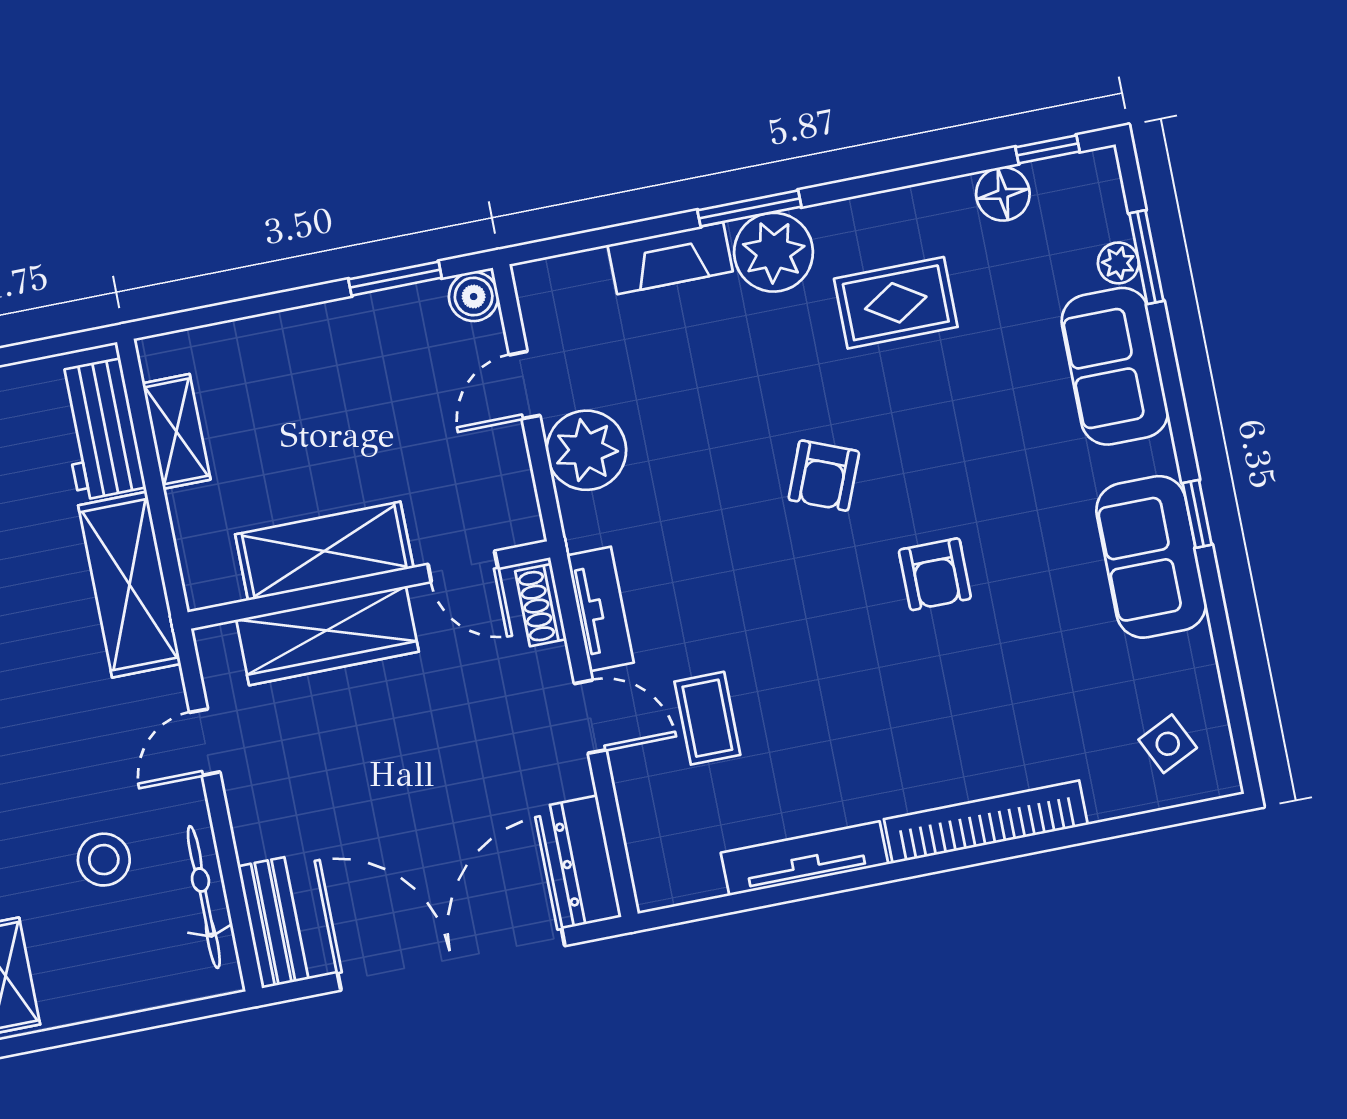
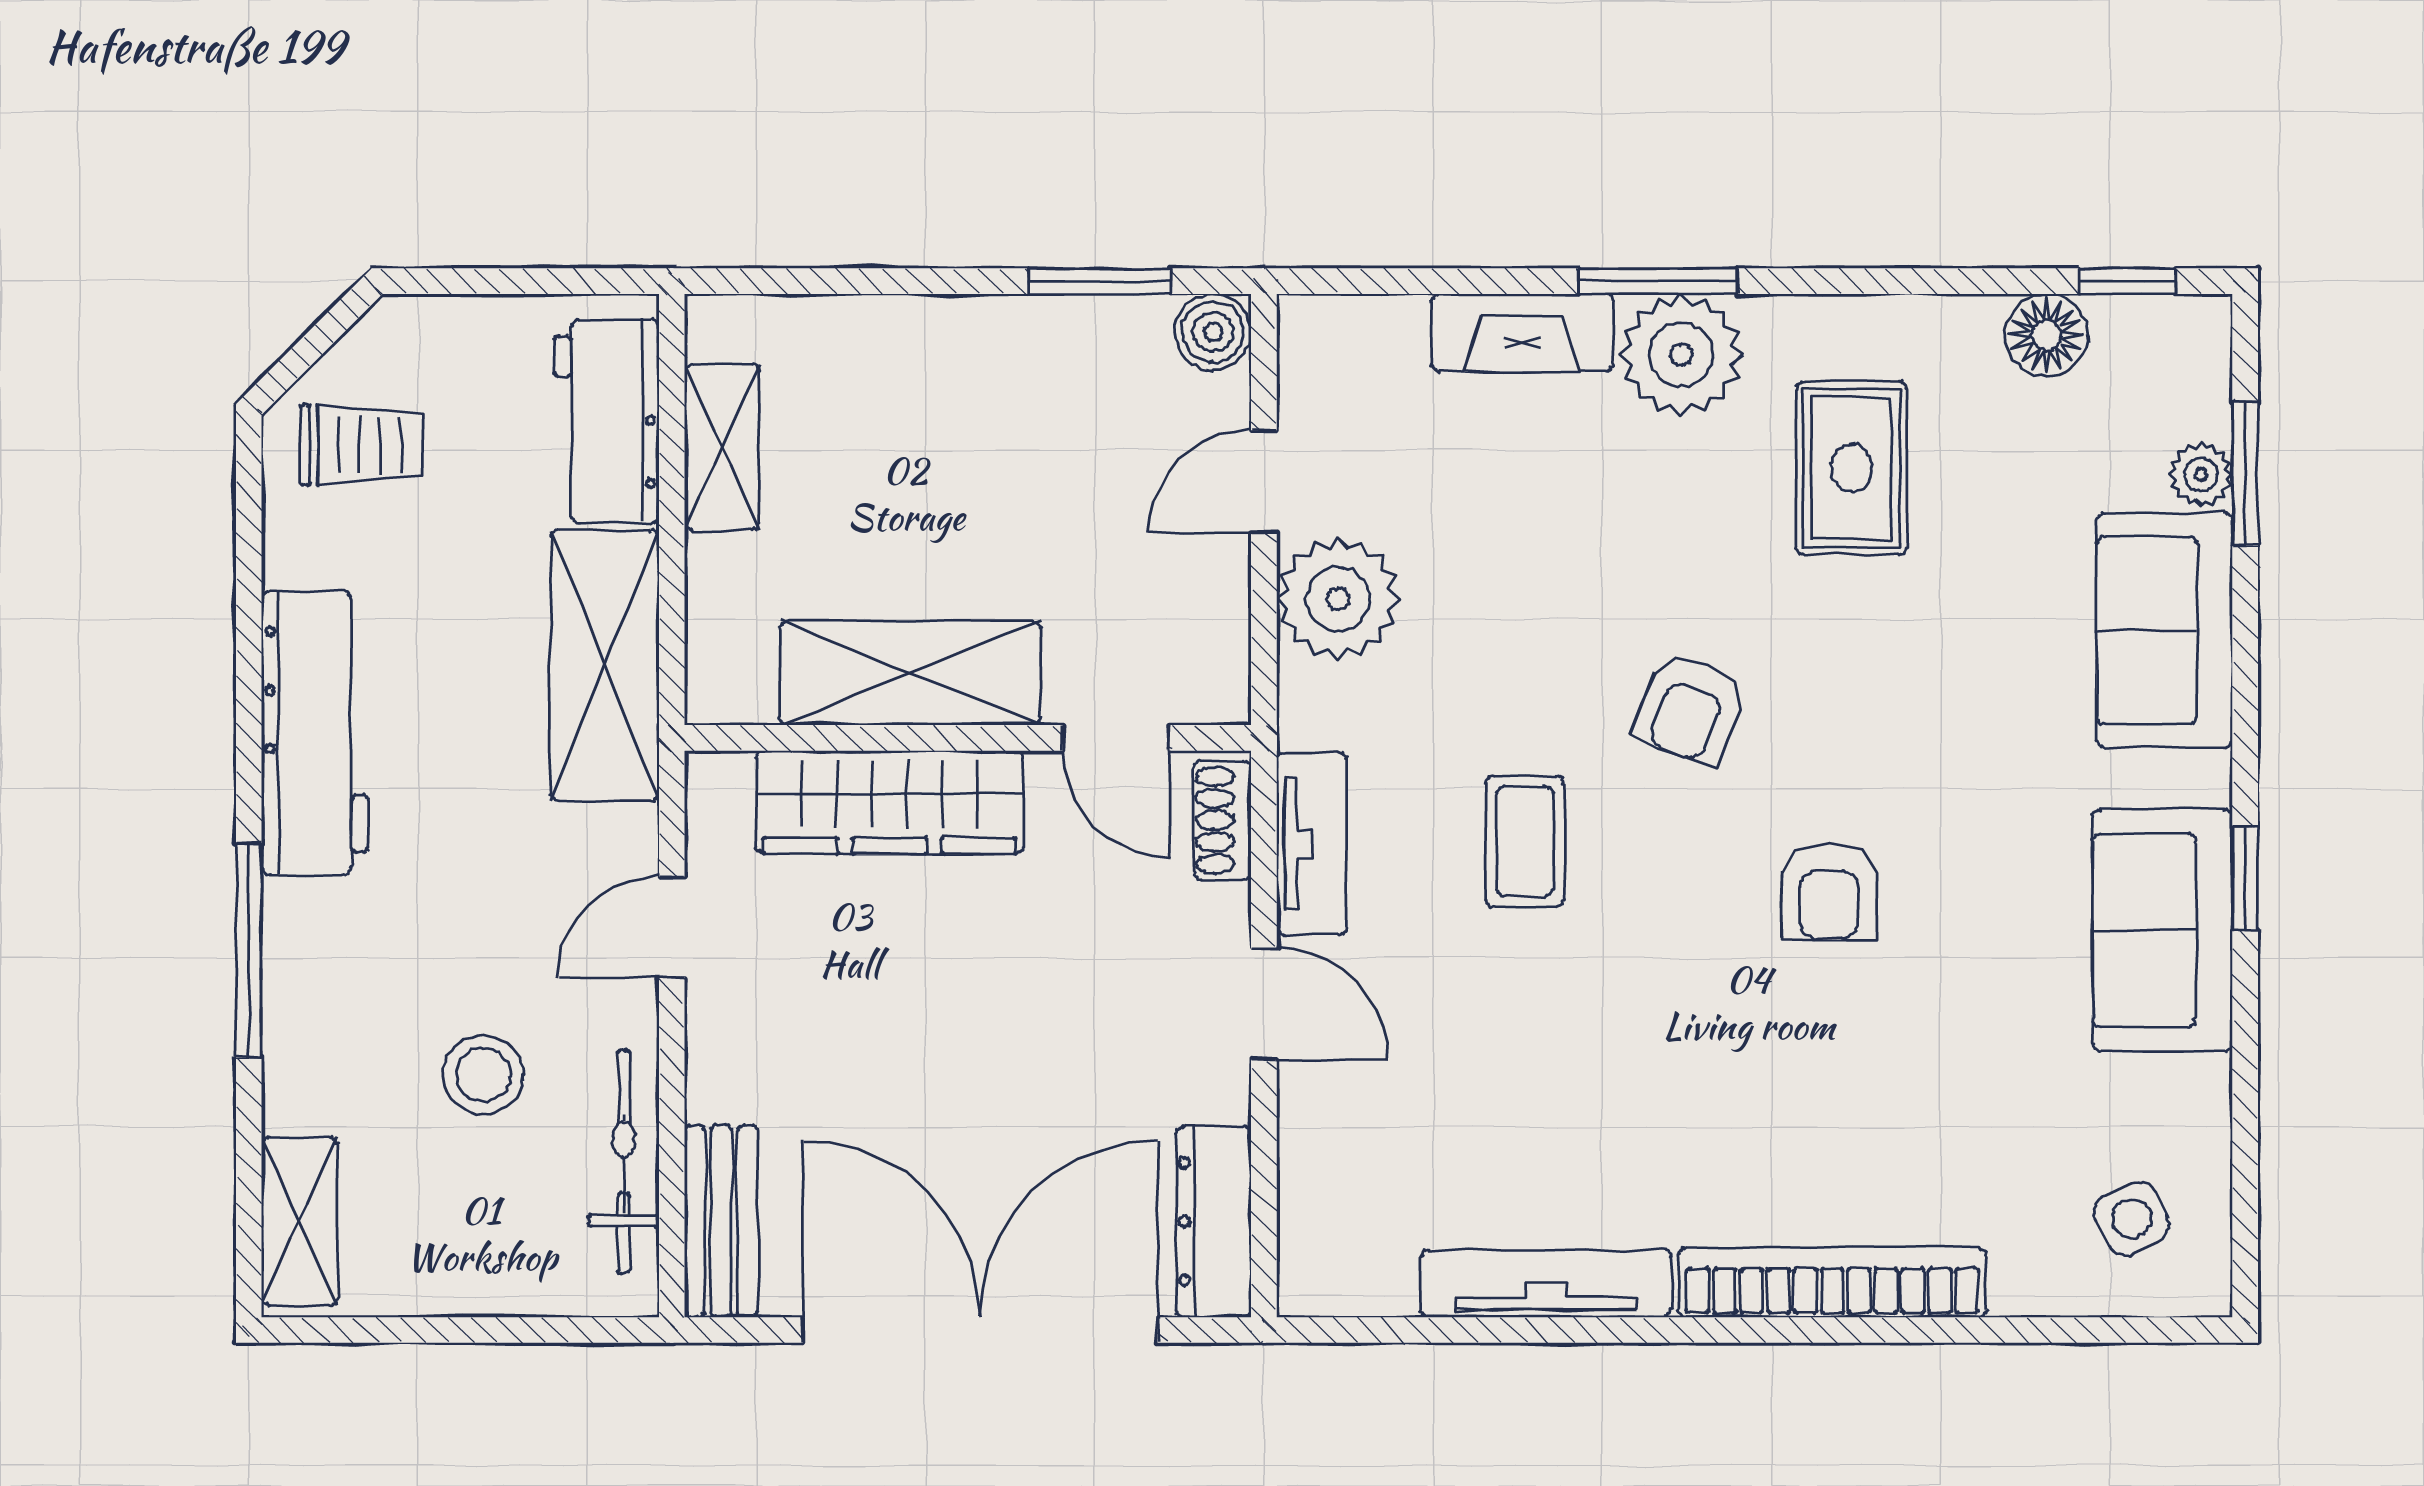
rug: (896, 303) -> (1852, 468), turned 90
coffee table: (707, 718) -> (1525, 841), moved

